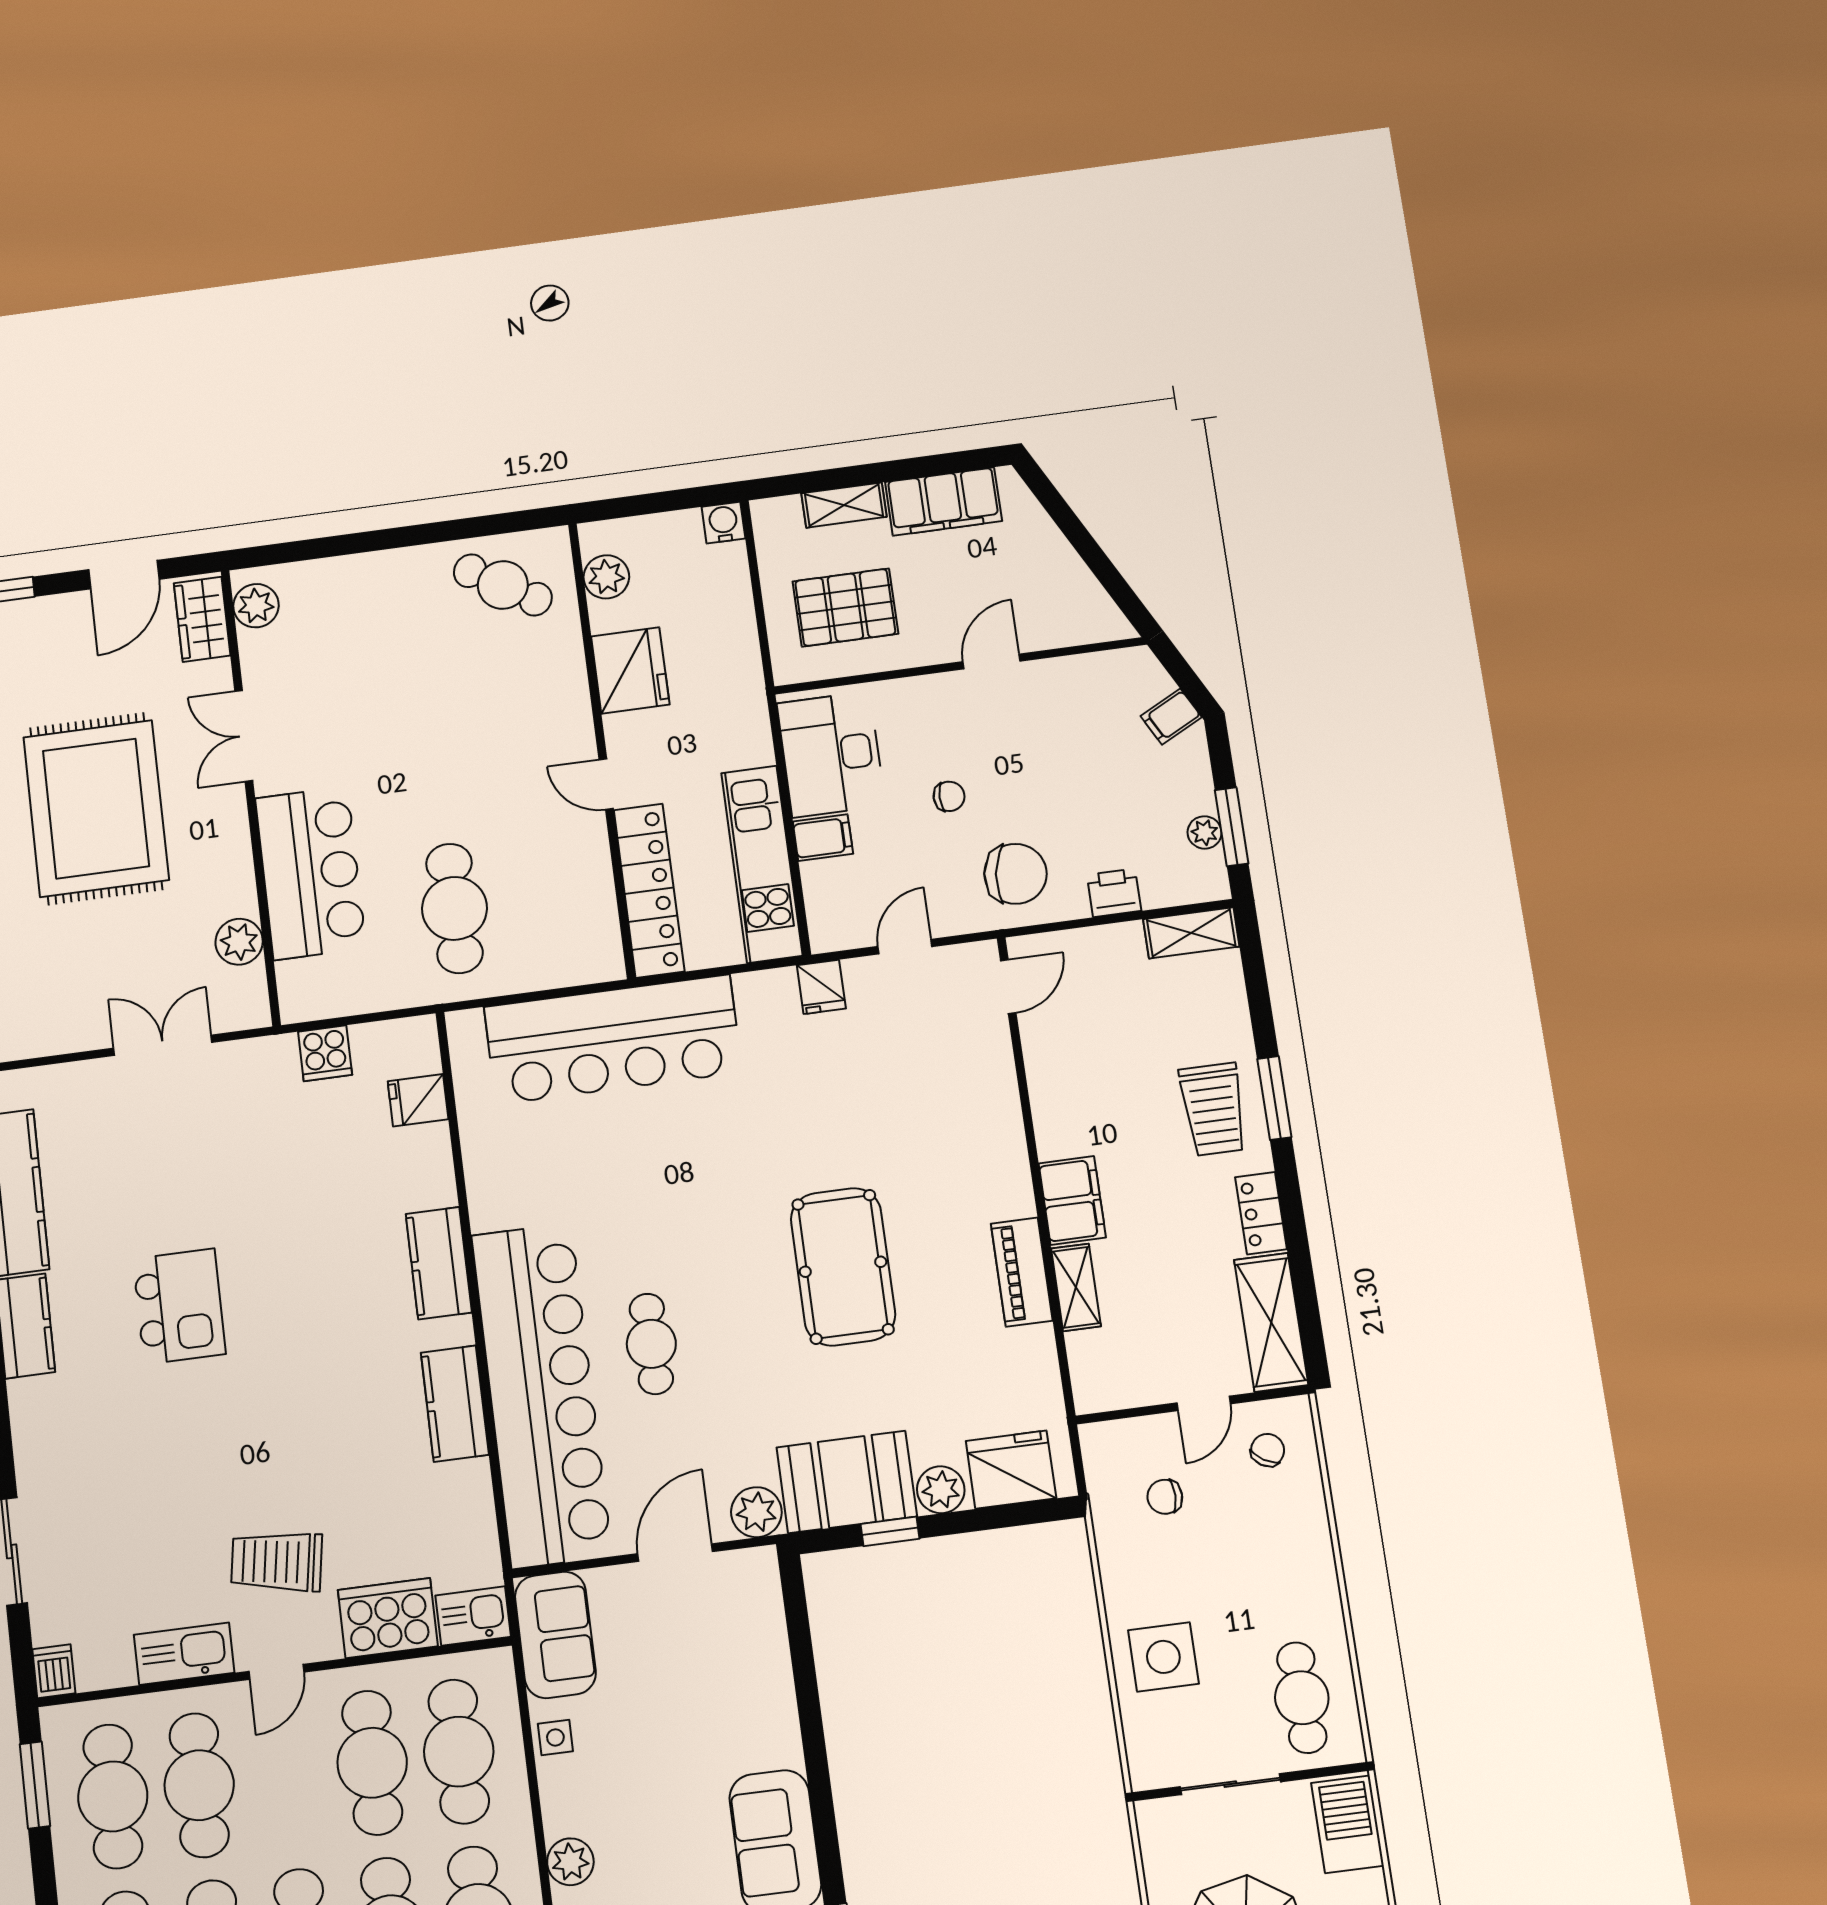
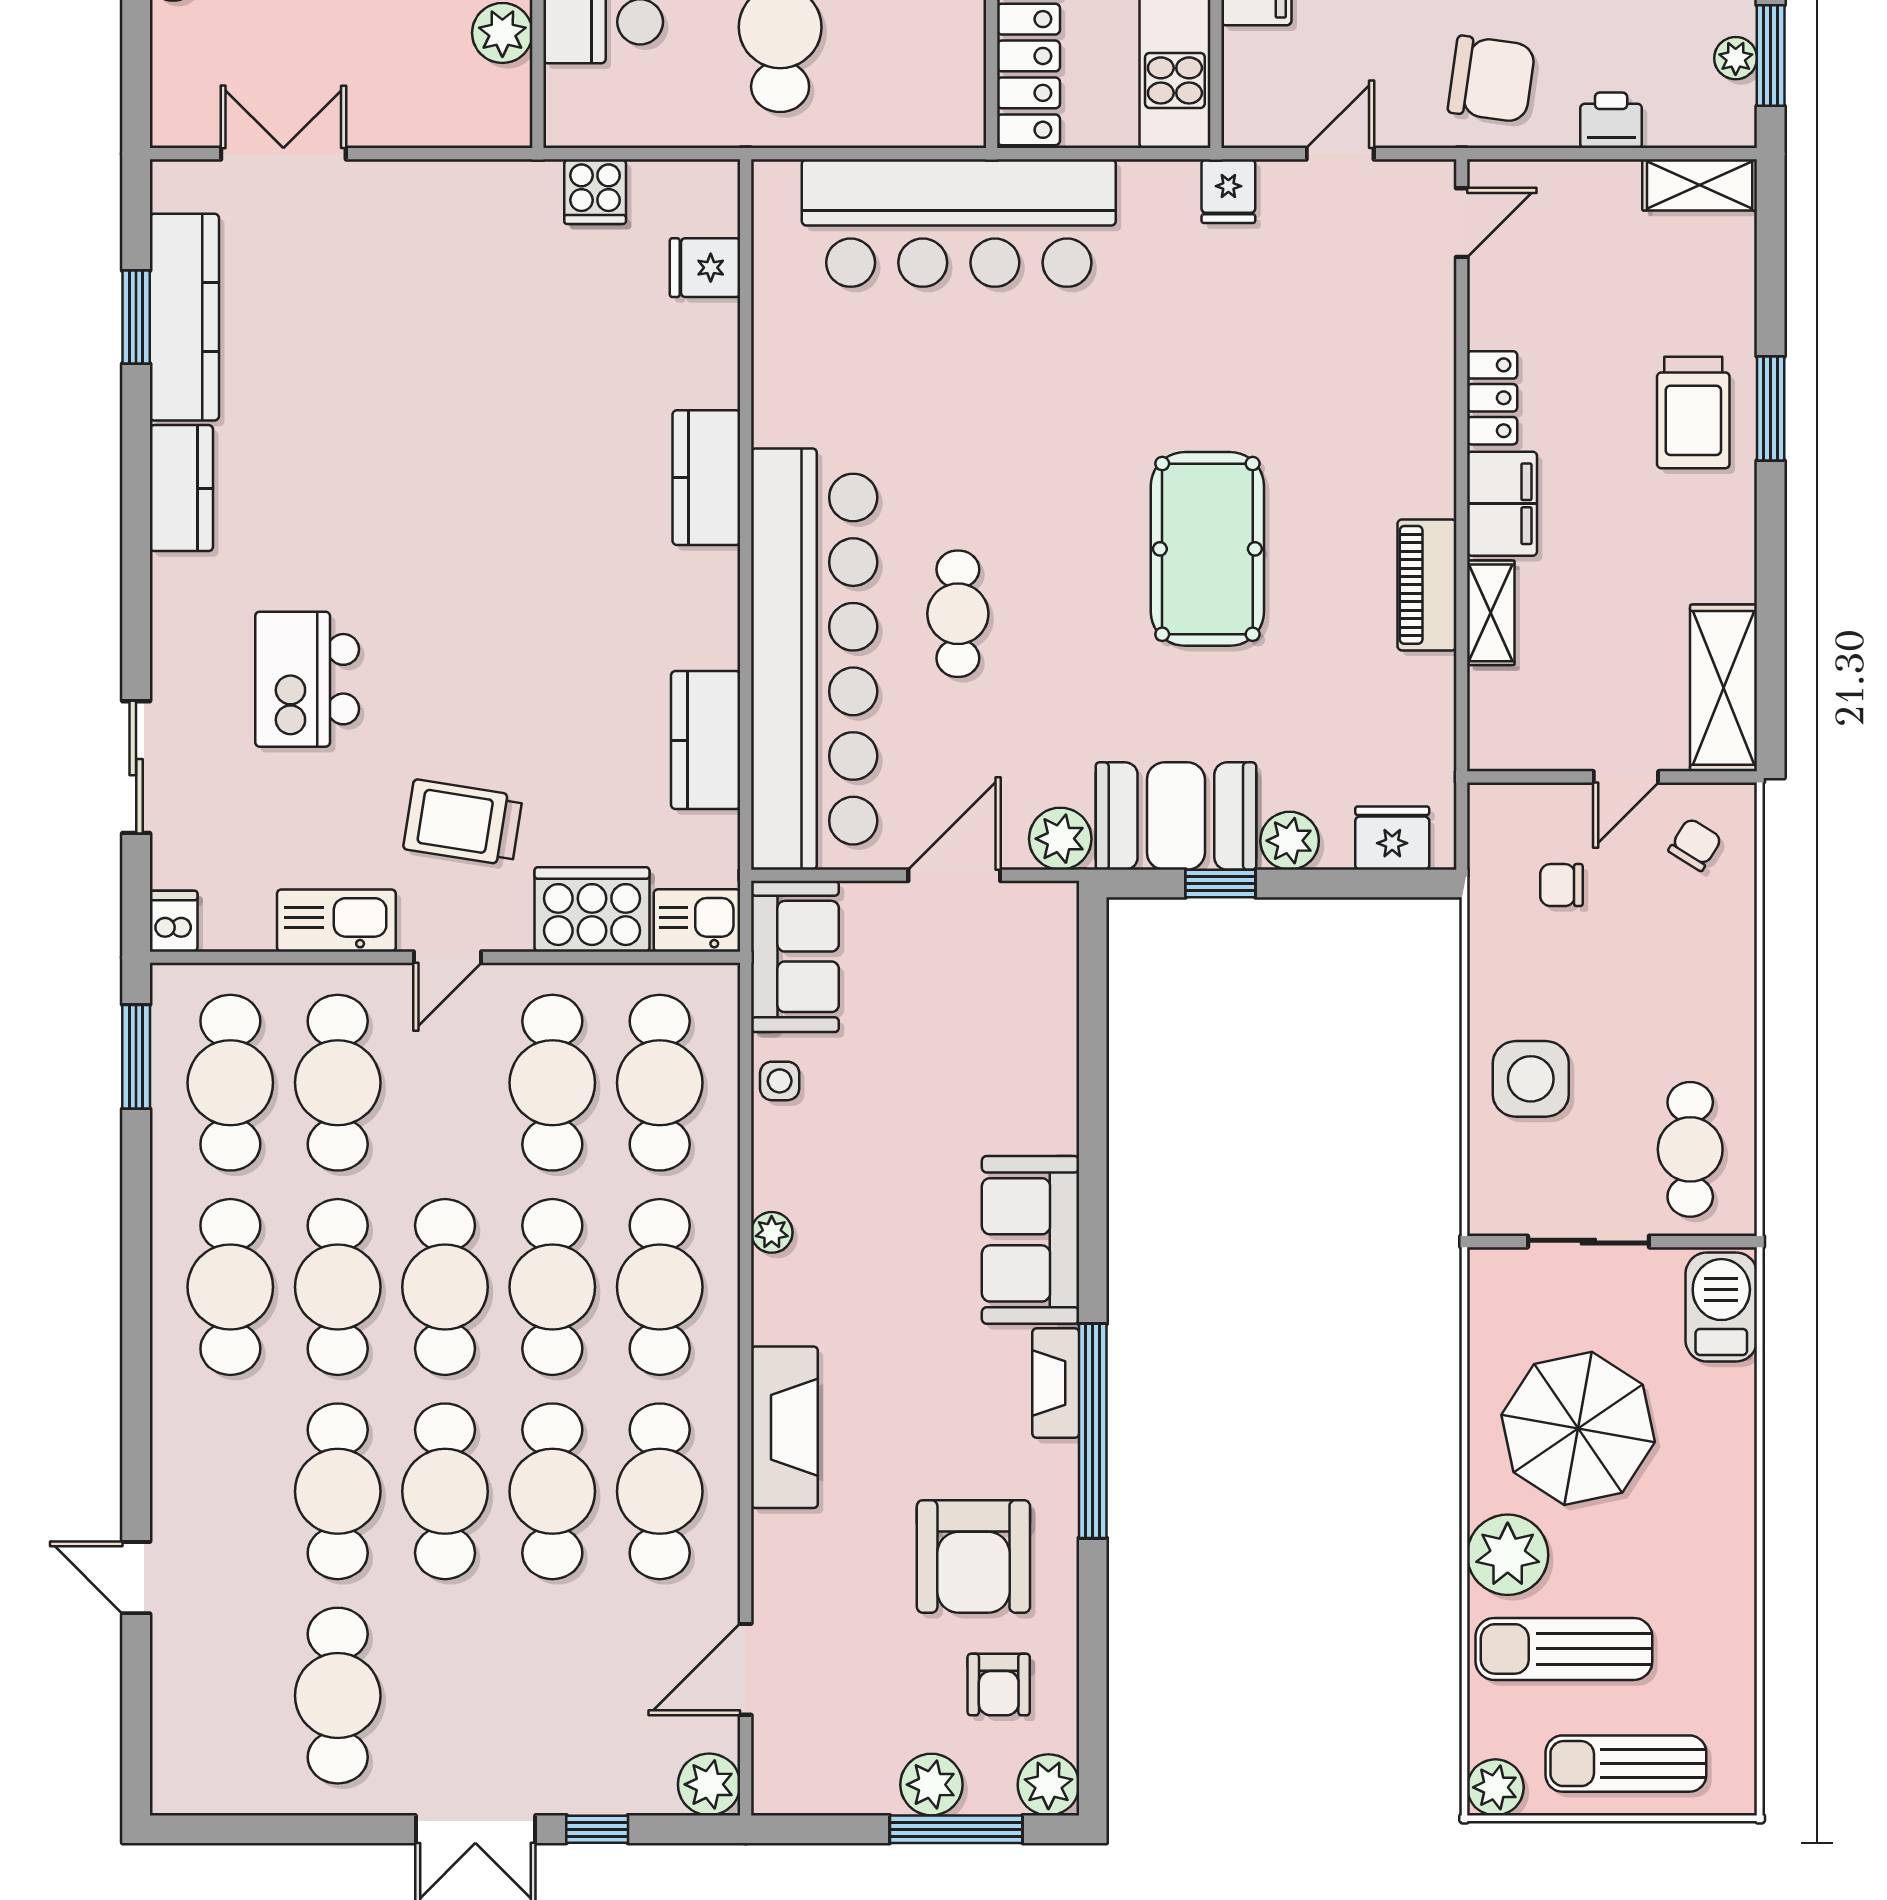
double door: (163, 1045) -> (283, 154), moved
locker: (1261, 1213) -> (1492, 398), moved, turned 180
kitchen island: (179, 1306) -> (307, 679), moved, turned 180
kitchen counter: (455, 1404) -> (706, 740), moved
fridge: (1011, 1470) -> (1392, 838), width x0.73, depth x0.75
plant: (570, 1862) -> (772, 1232), width x0.73, depth x0.73

